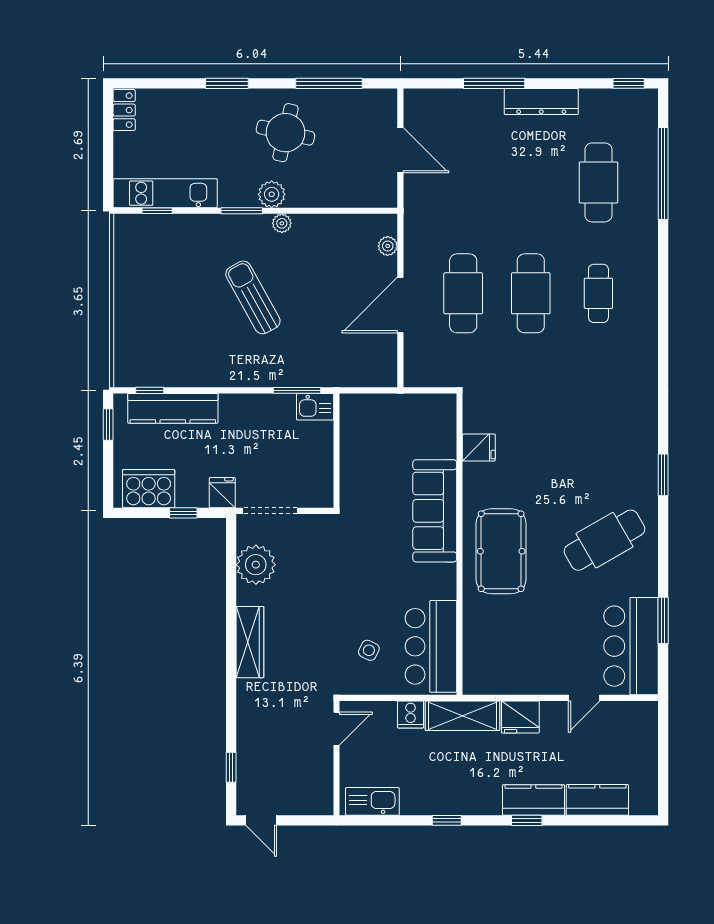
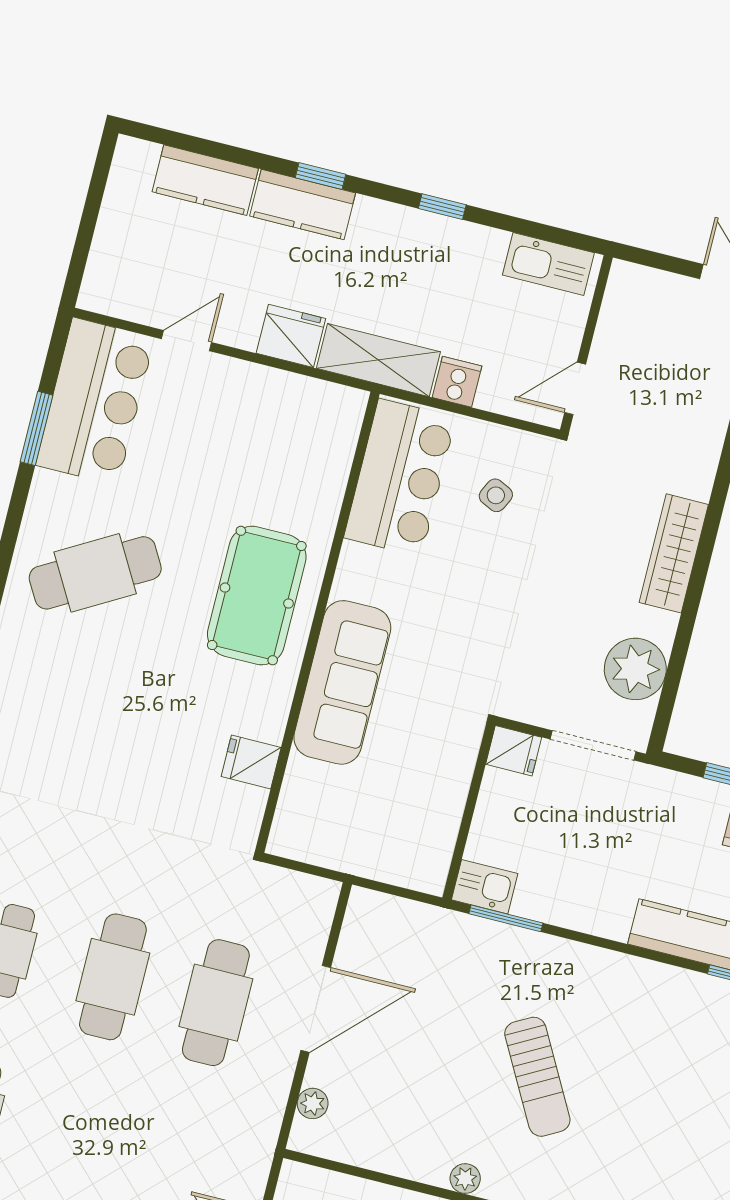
fridge: (222, 493) -> (514, 751), moved, turned -90

